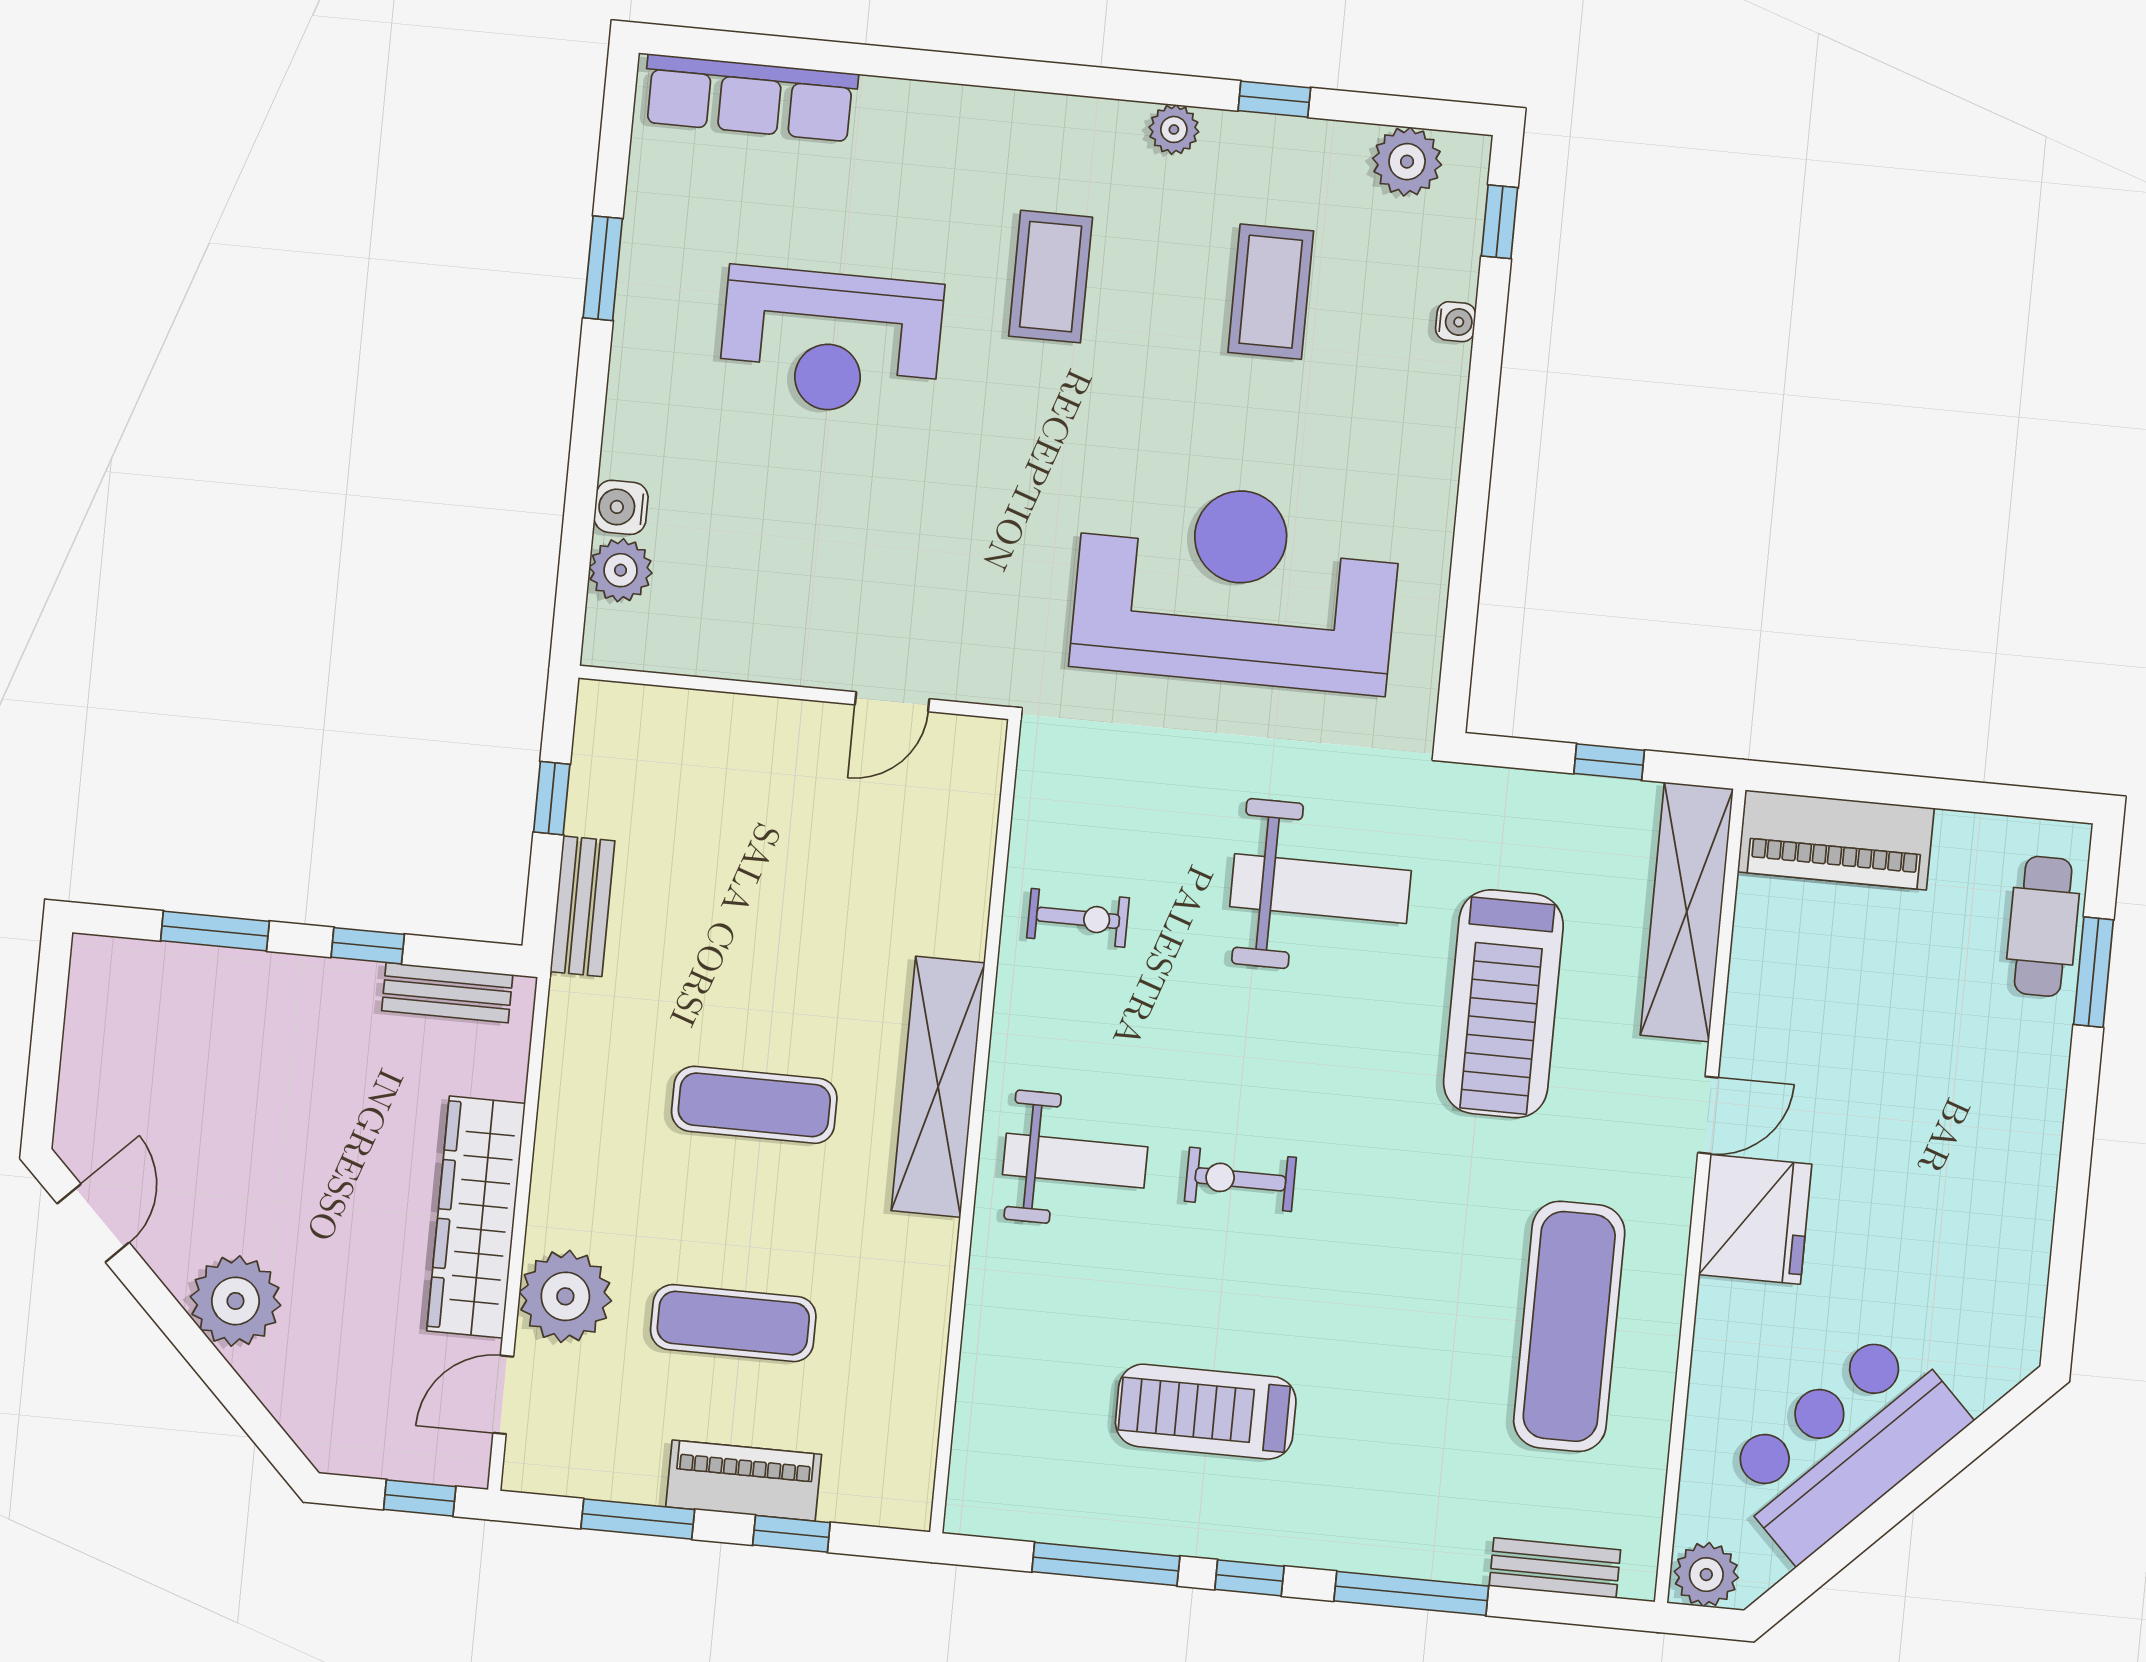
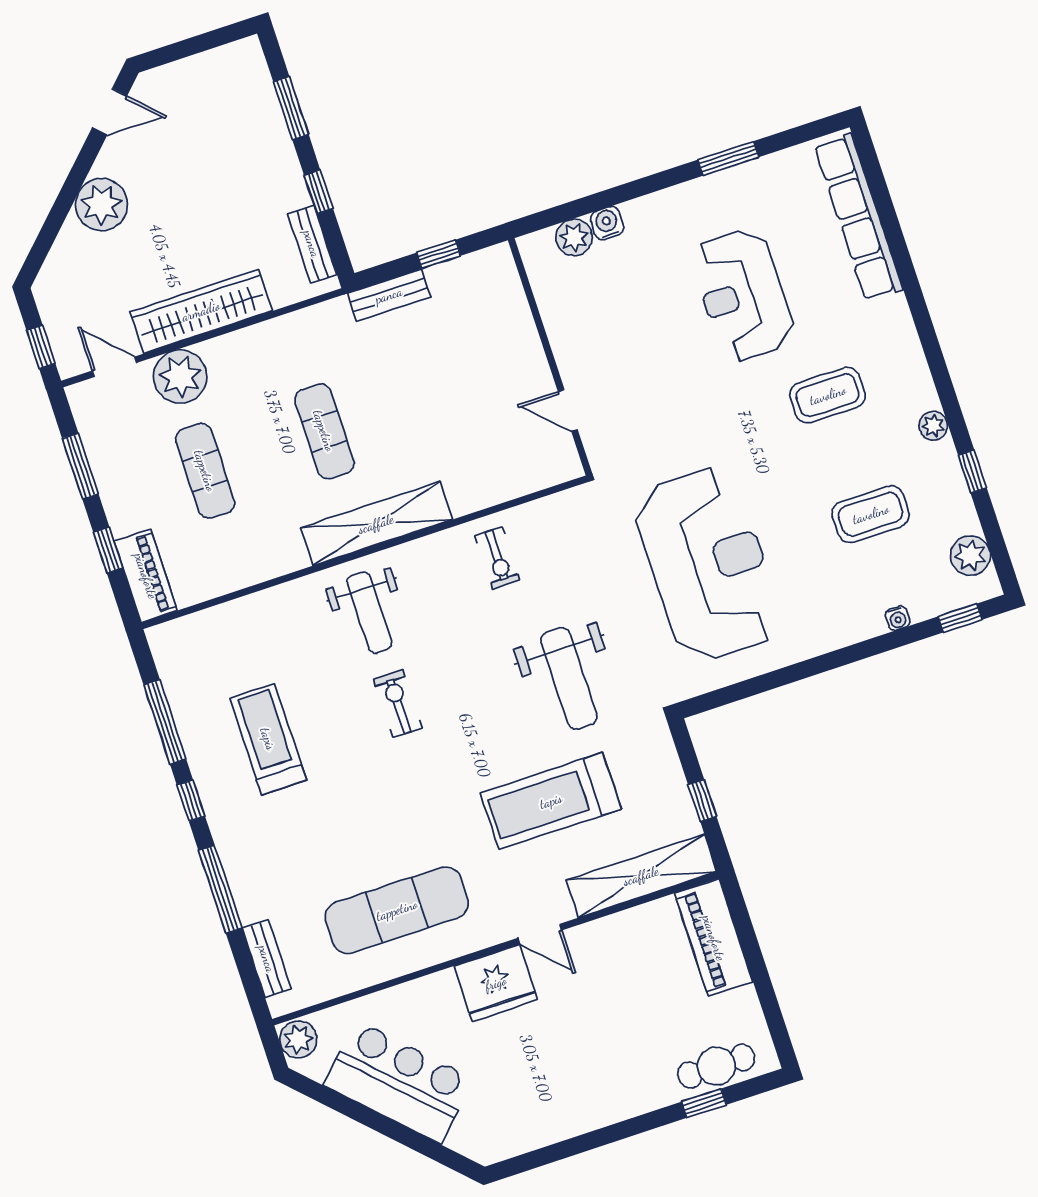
row of seats: (750, 98) -> (859, 217), width x1.36
window: (2093, 972) -> (704, 1103), width x0.67
piano: (744, 1481) -> (146, 576), moved

